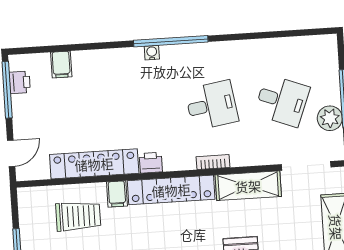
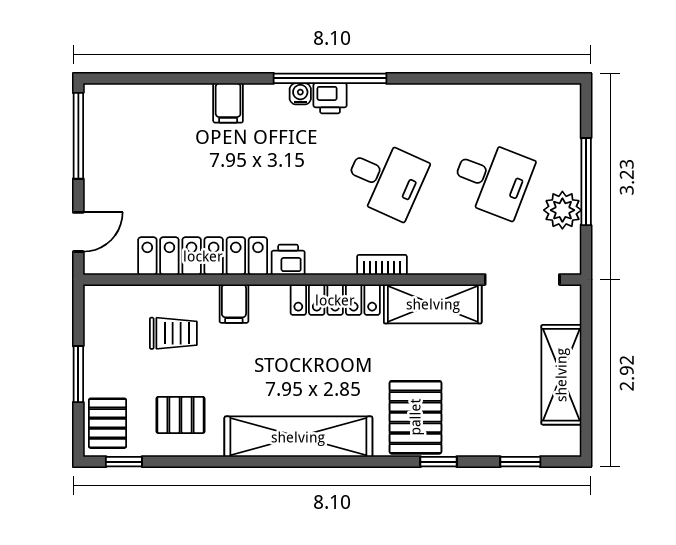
filing cabinet: (61, 65) -> (228, 103), moved
printer: (20, 82) -> (330, 98), moved, turned 90
desk: (212, 105) -> (385, 179), turned 33
locker: (171, 190) -> (335, 300), width x0.71, depth x0.83
trolley: (78, 216) -> (173, 333), width x0.73, depth x0.72

